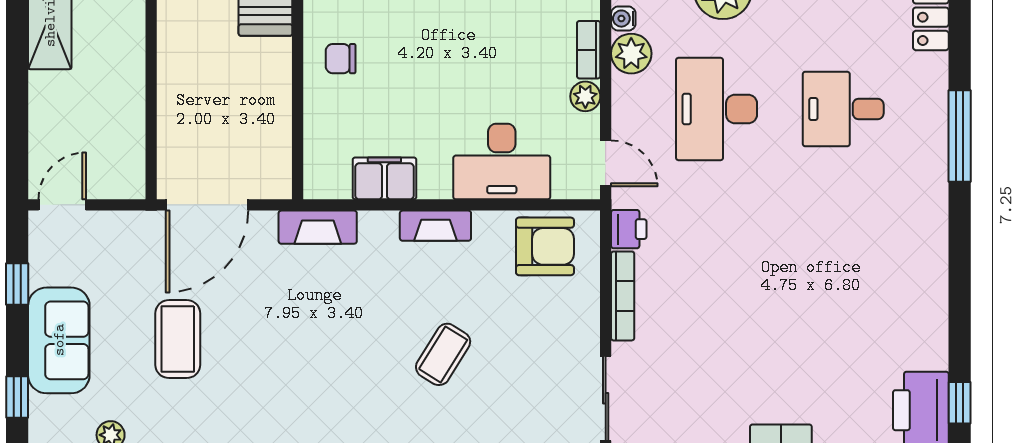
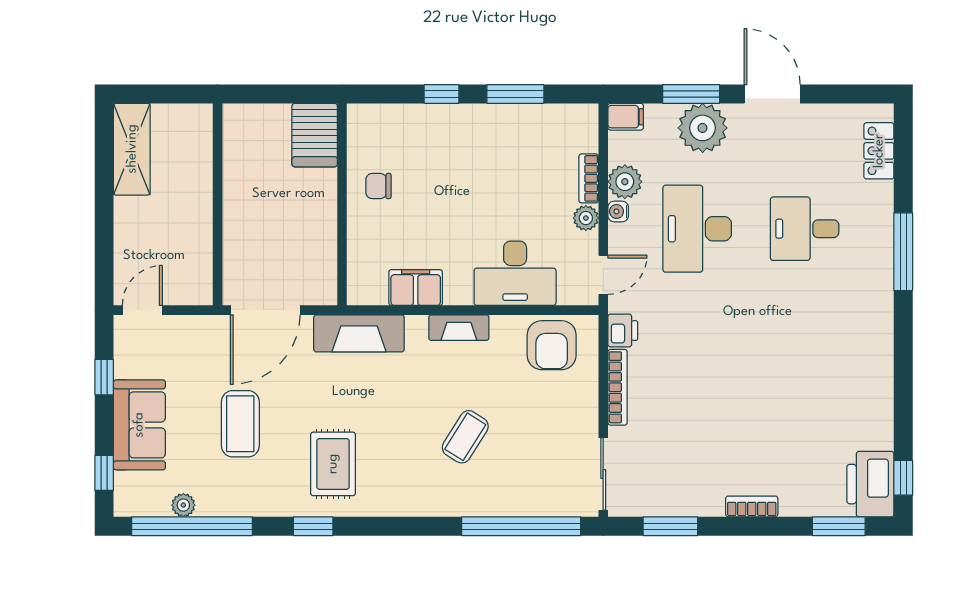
water cooler: (623, 19) -> (618, 211), moved
door: (606, 163) -> (603, 275), hinge flipped
fireplace: (318, 227) -> (359, 333), width x1.37, depth x1.32
armchair: (545, 246) -> (552, 345), turned 90
rug: (287, 386) -> (333, 464), added

